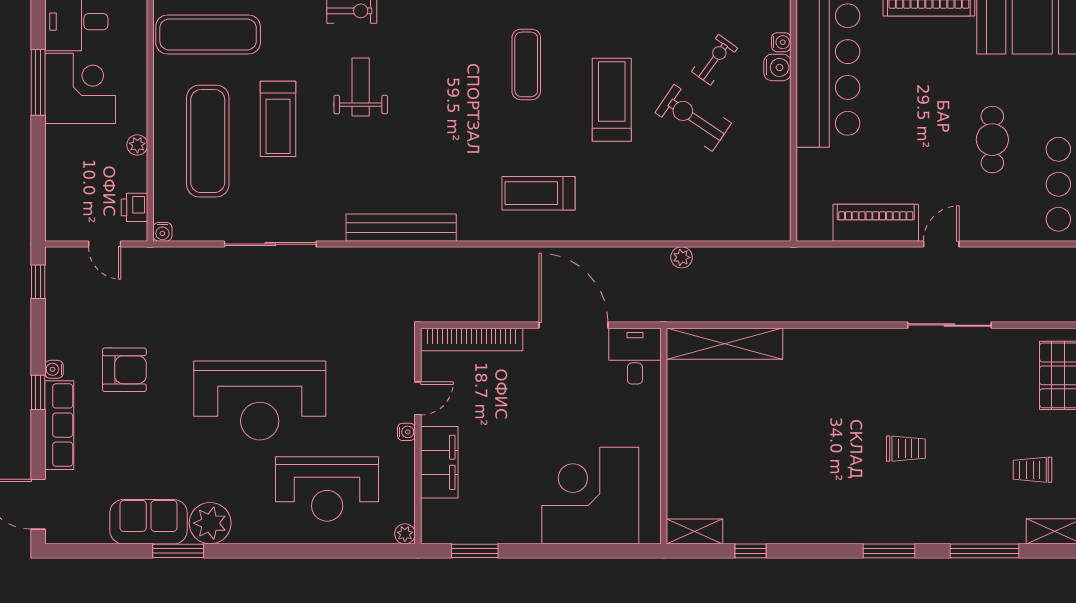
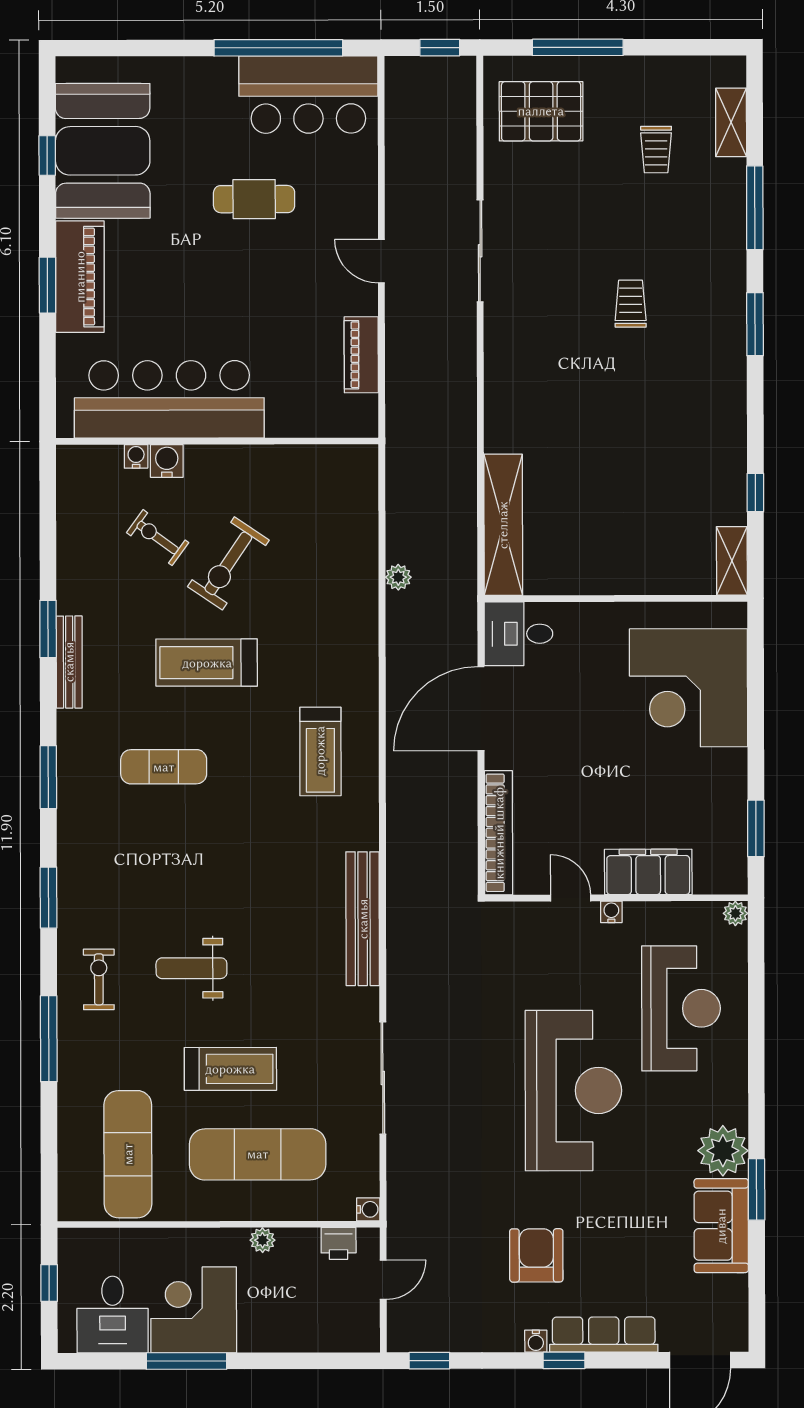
piano: (876, 223) -> (361, 355), width x0.73, depth x0.75

